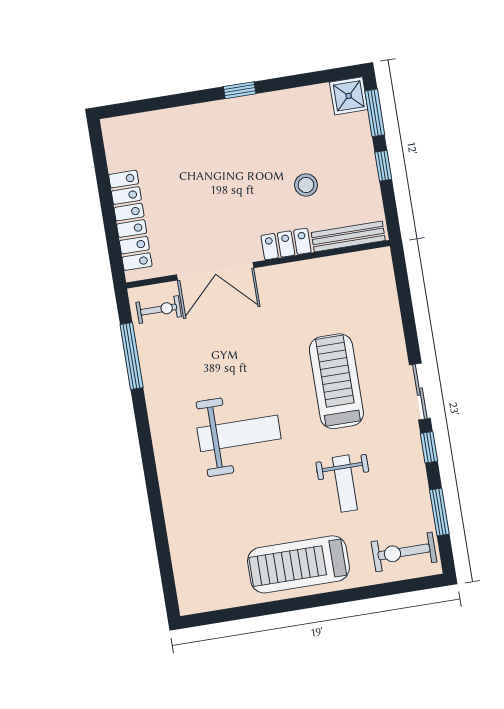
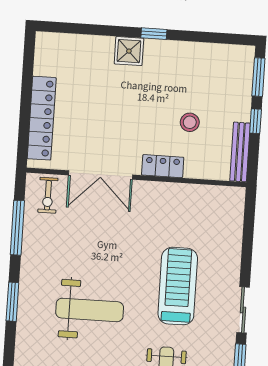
shower: (349, 96) -> (129, 51), moved
bench: (348, 236) -> (240, 152), moved, turned 90
exercise bike: (159, 310) -> (48, 195), turned 90
window: (146, 445) -> (12, 302), added

